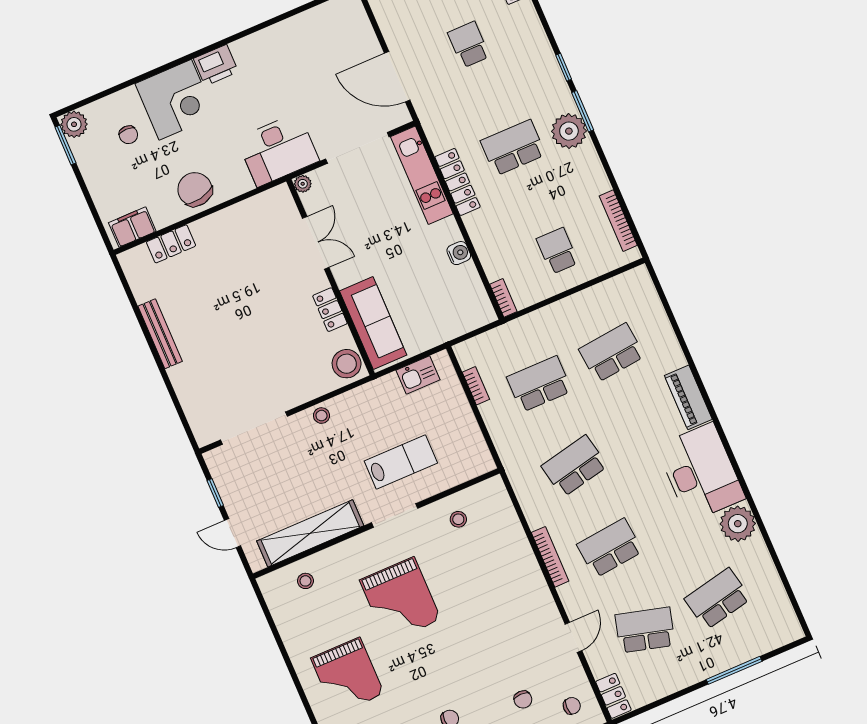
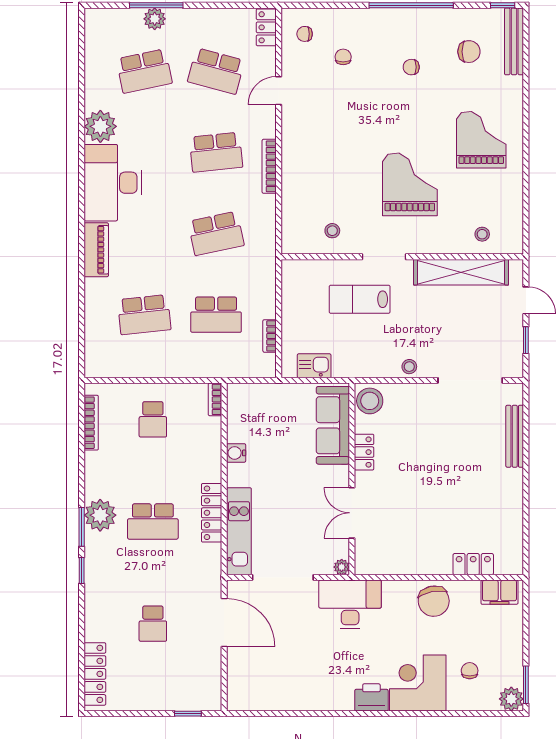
bench: (160, 334) -> (515, 436), moved
plant: (730, 656) -> (155, 19), added

